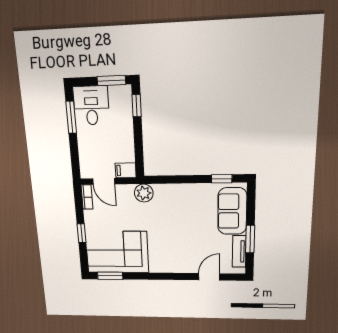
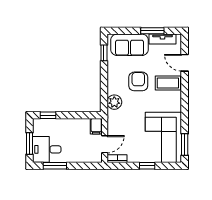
window: (111, 80) -> (30, 144), moved
plant: (144, 193) -> (114, 102), moved
armchair: (185, 222) -> (138, 81), added
coffee table: (184, 257) -> (168, 83), added

